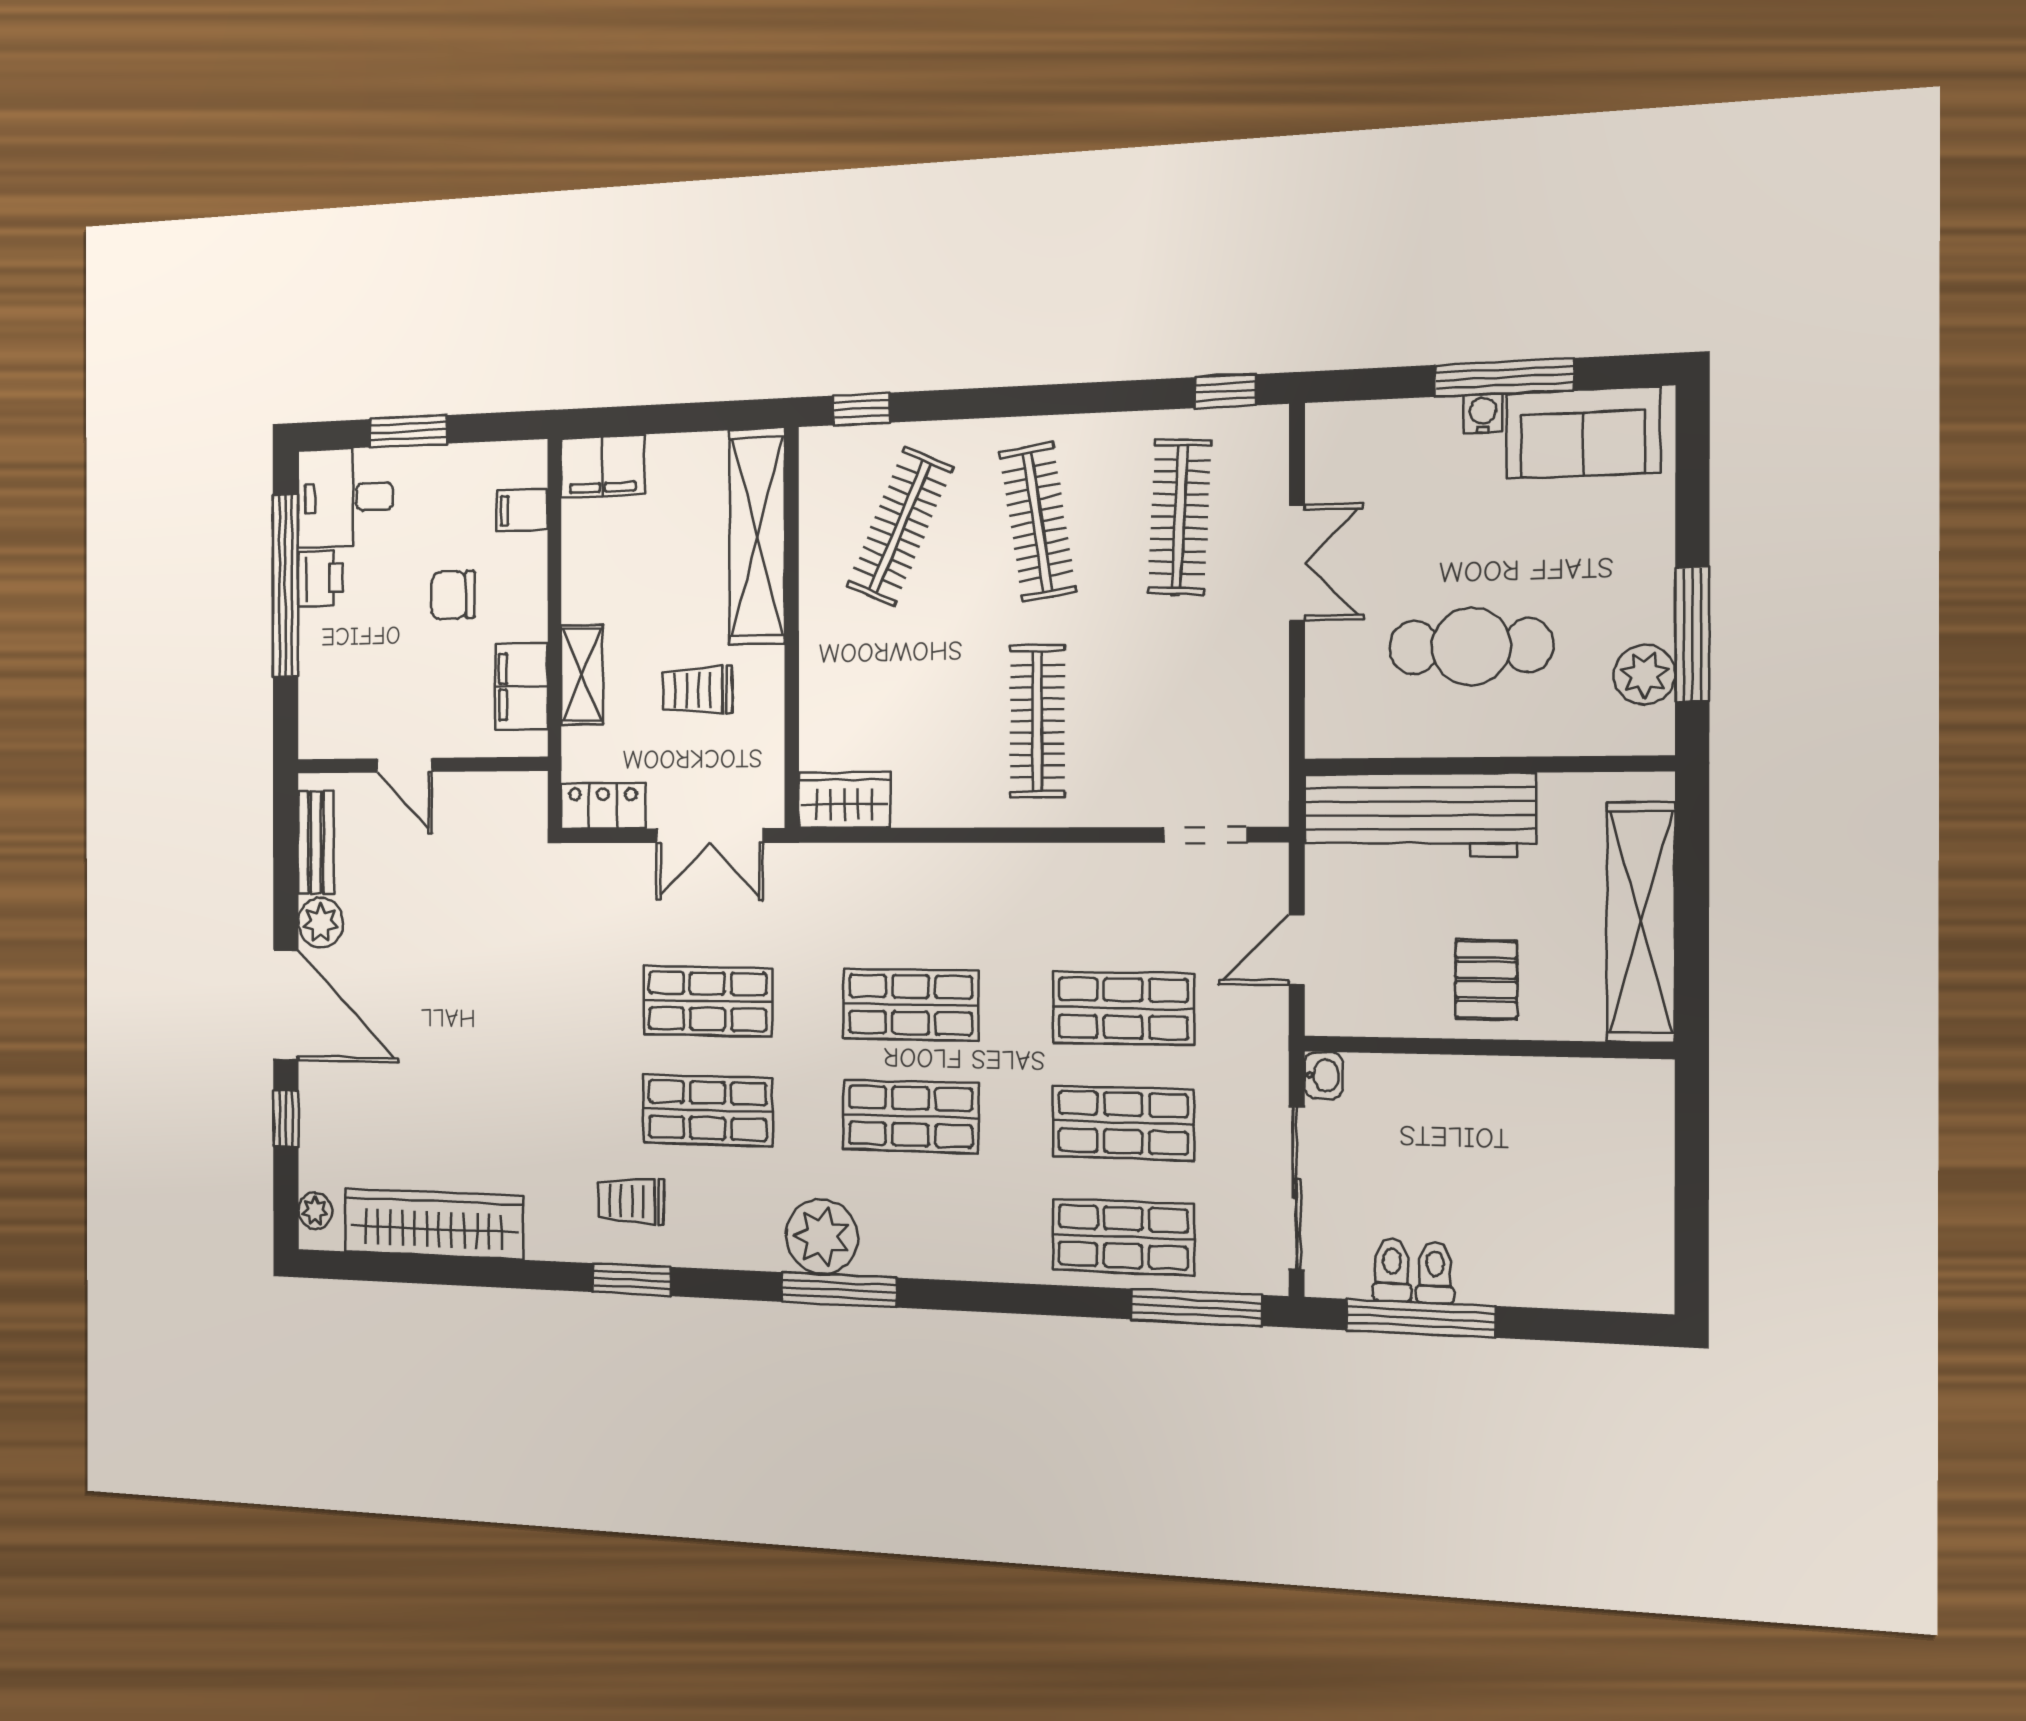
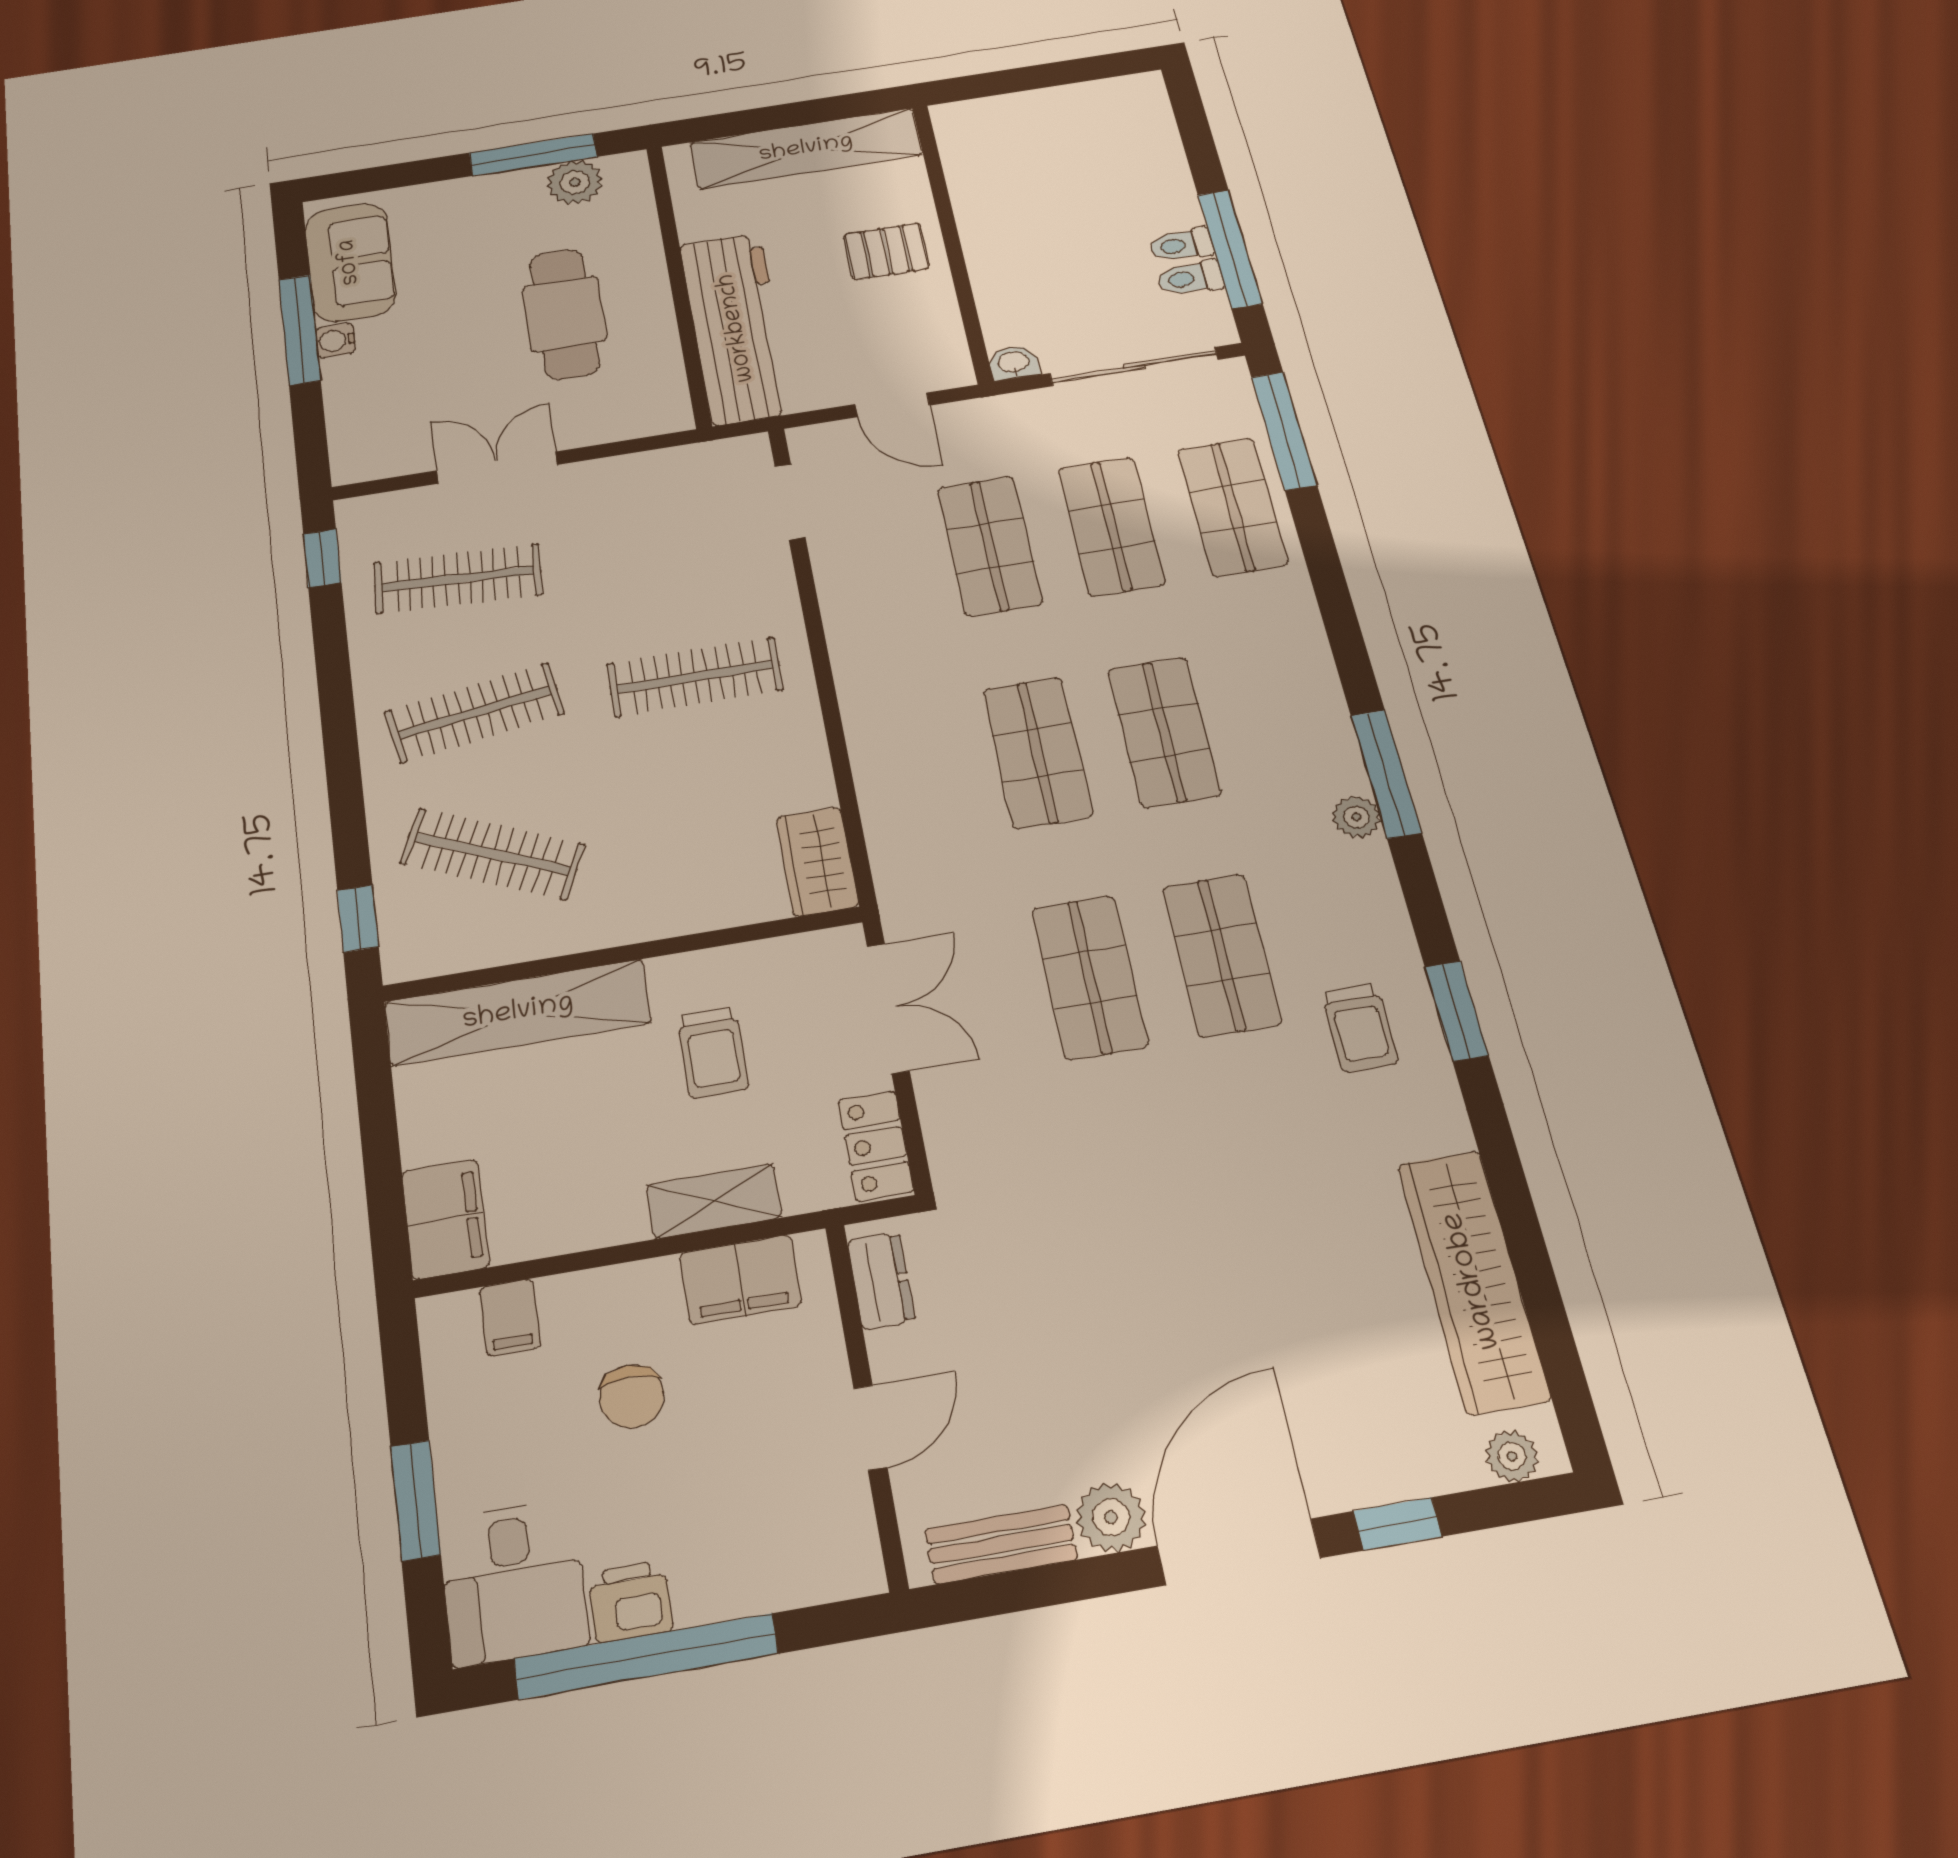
dresser: (504, 792) -> (881, 1281), added
plant: (822, 1237) -> (1356, 817), width x0.53, depth x0.53

